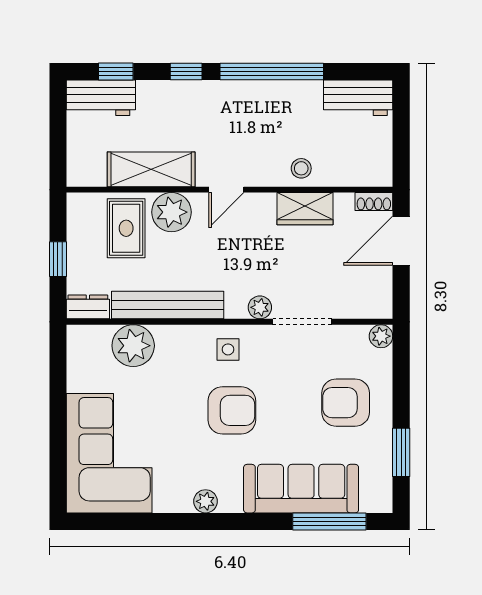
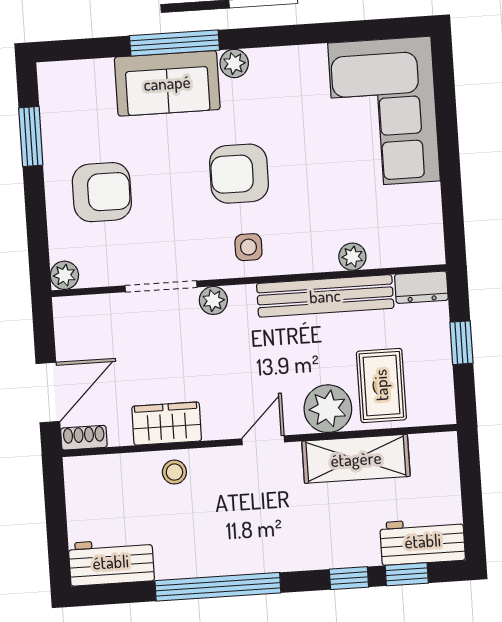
window: (186, 72) -> (349, 578), moved
plant: (133, 346) -> (352, 257), width x0.53, depth x0.53
sofa: (301, 489) -> (167, 83), width x0.73
plant: (205, 501) -> (234, 63), moved
window: (329, 521) -> (174, 43), moved

